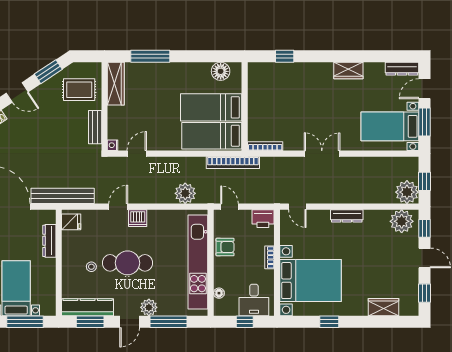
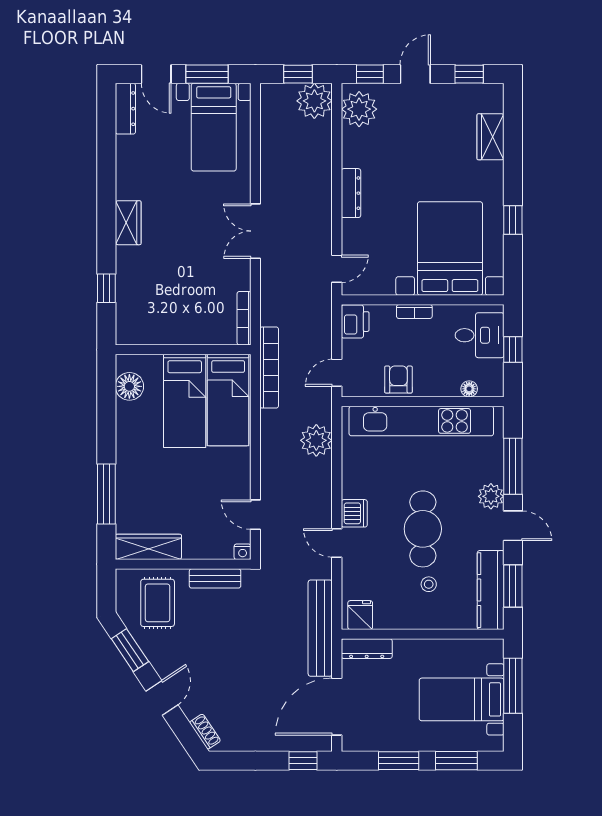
wardrobe: (348, 70) -> (128, 223), moved
dresser: (49, 241) -> (367, 649), moved

